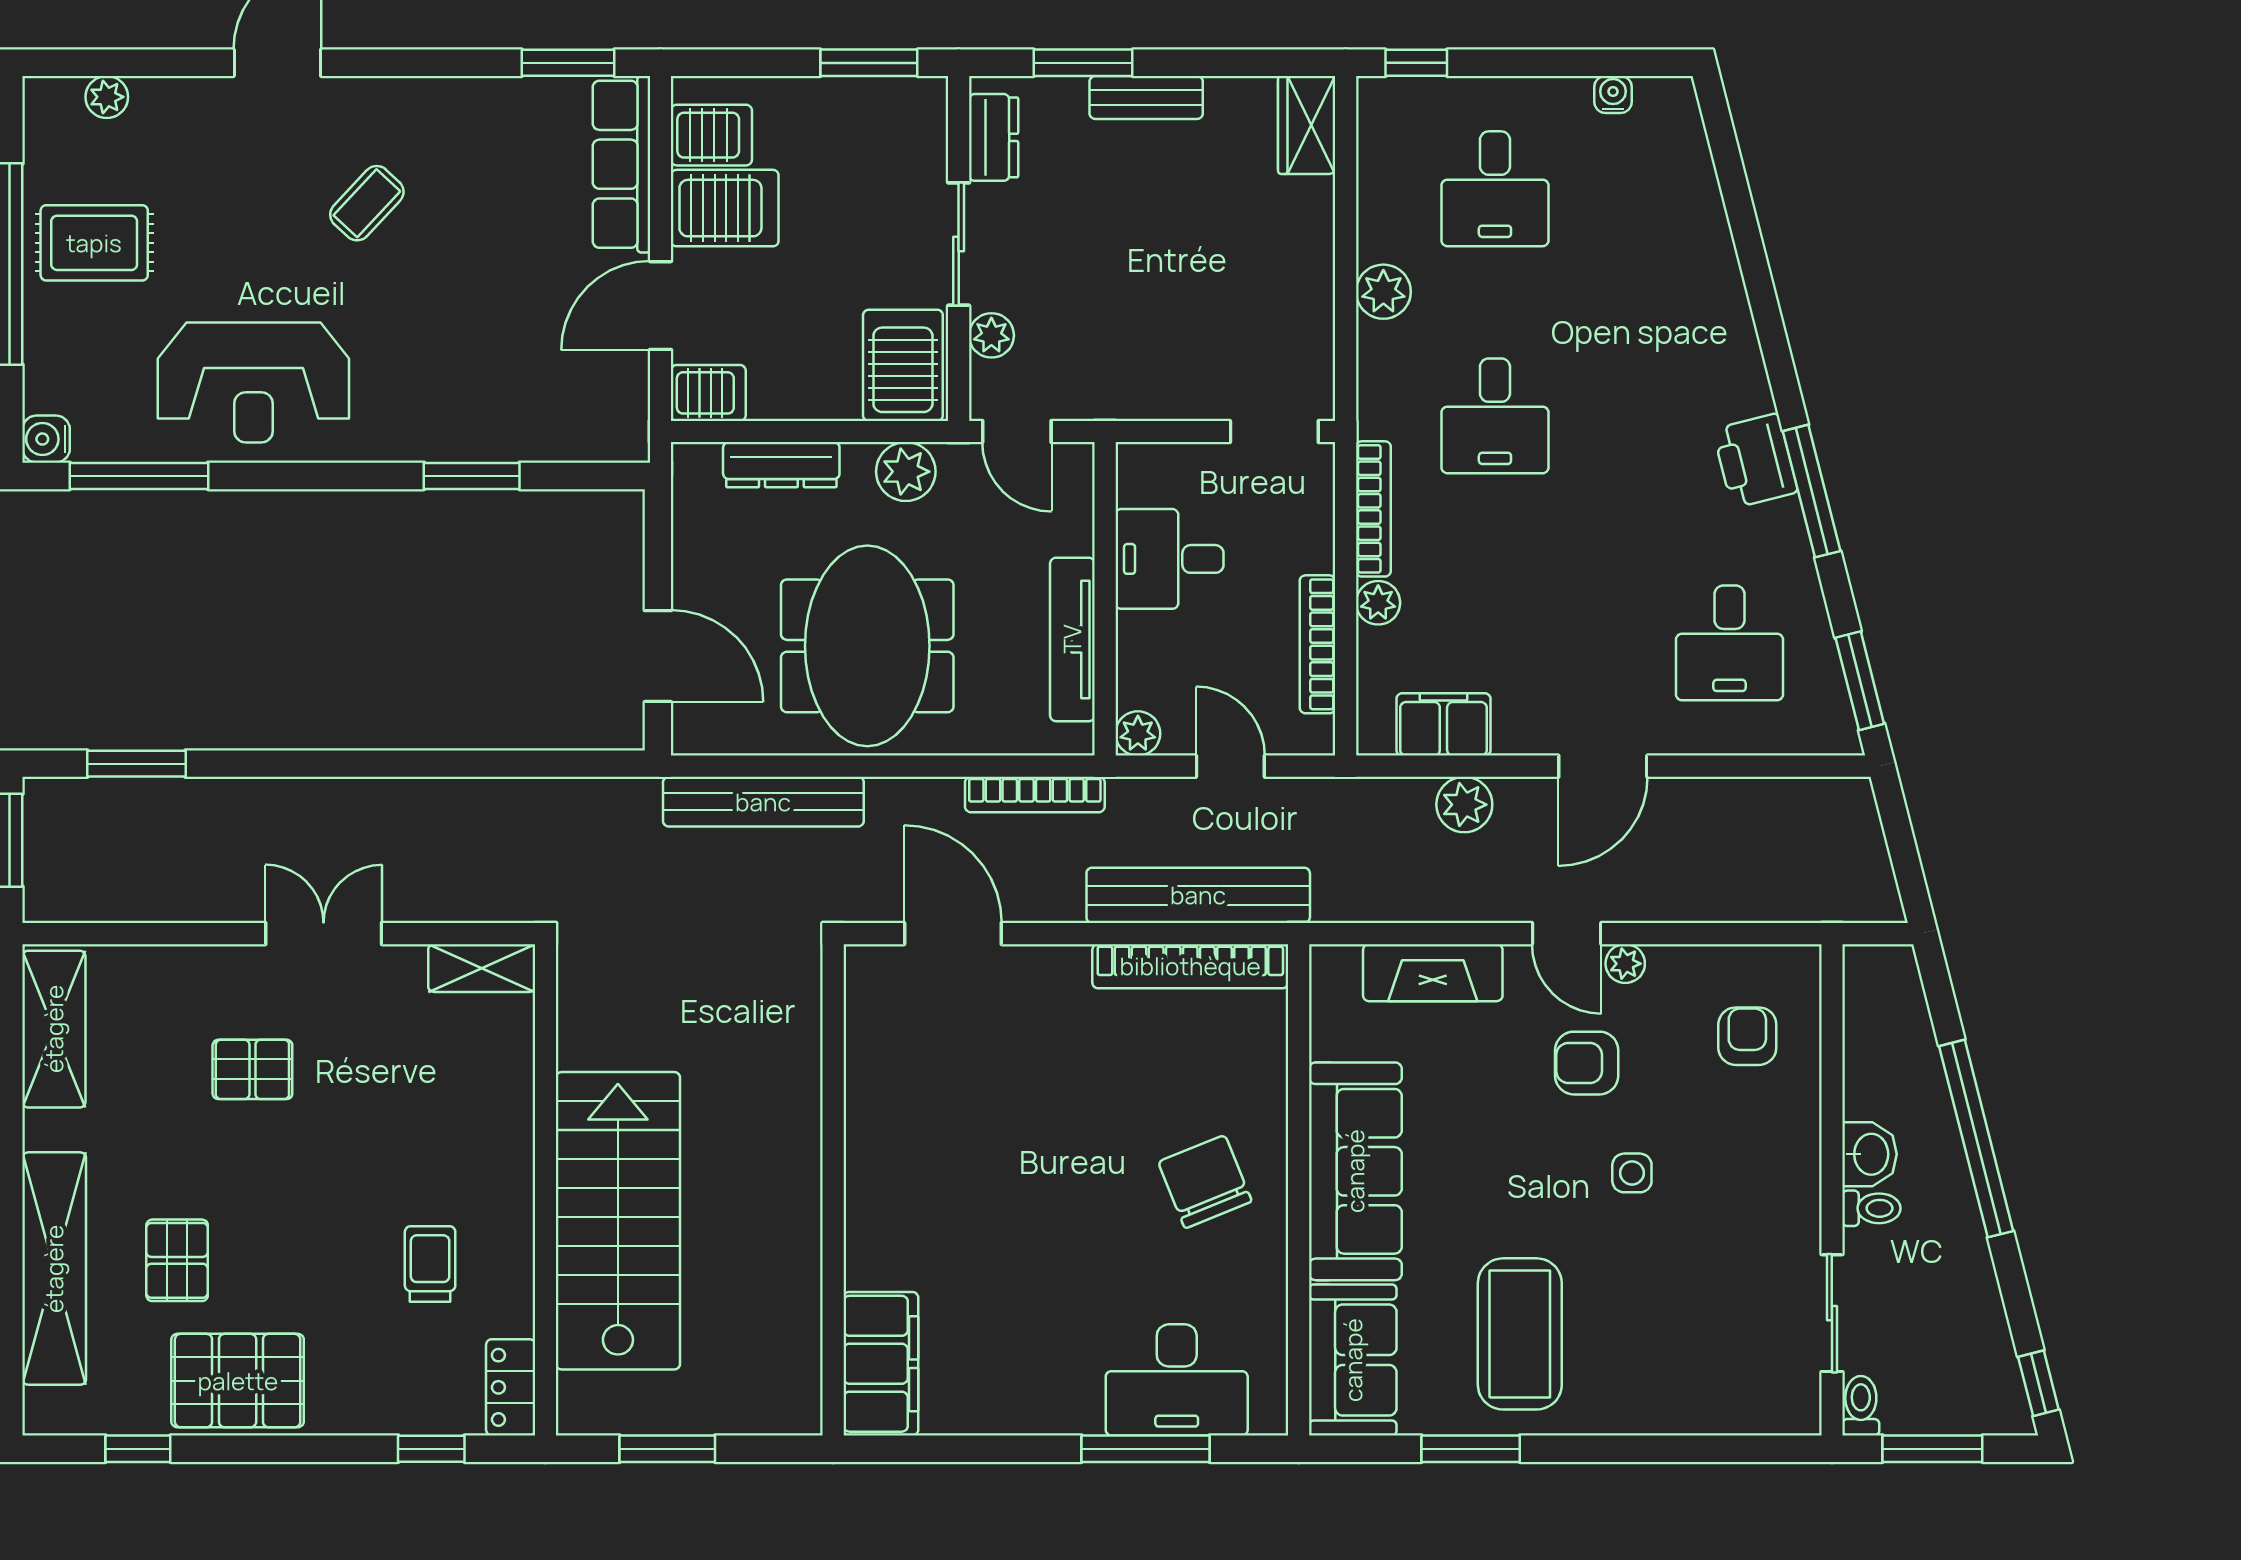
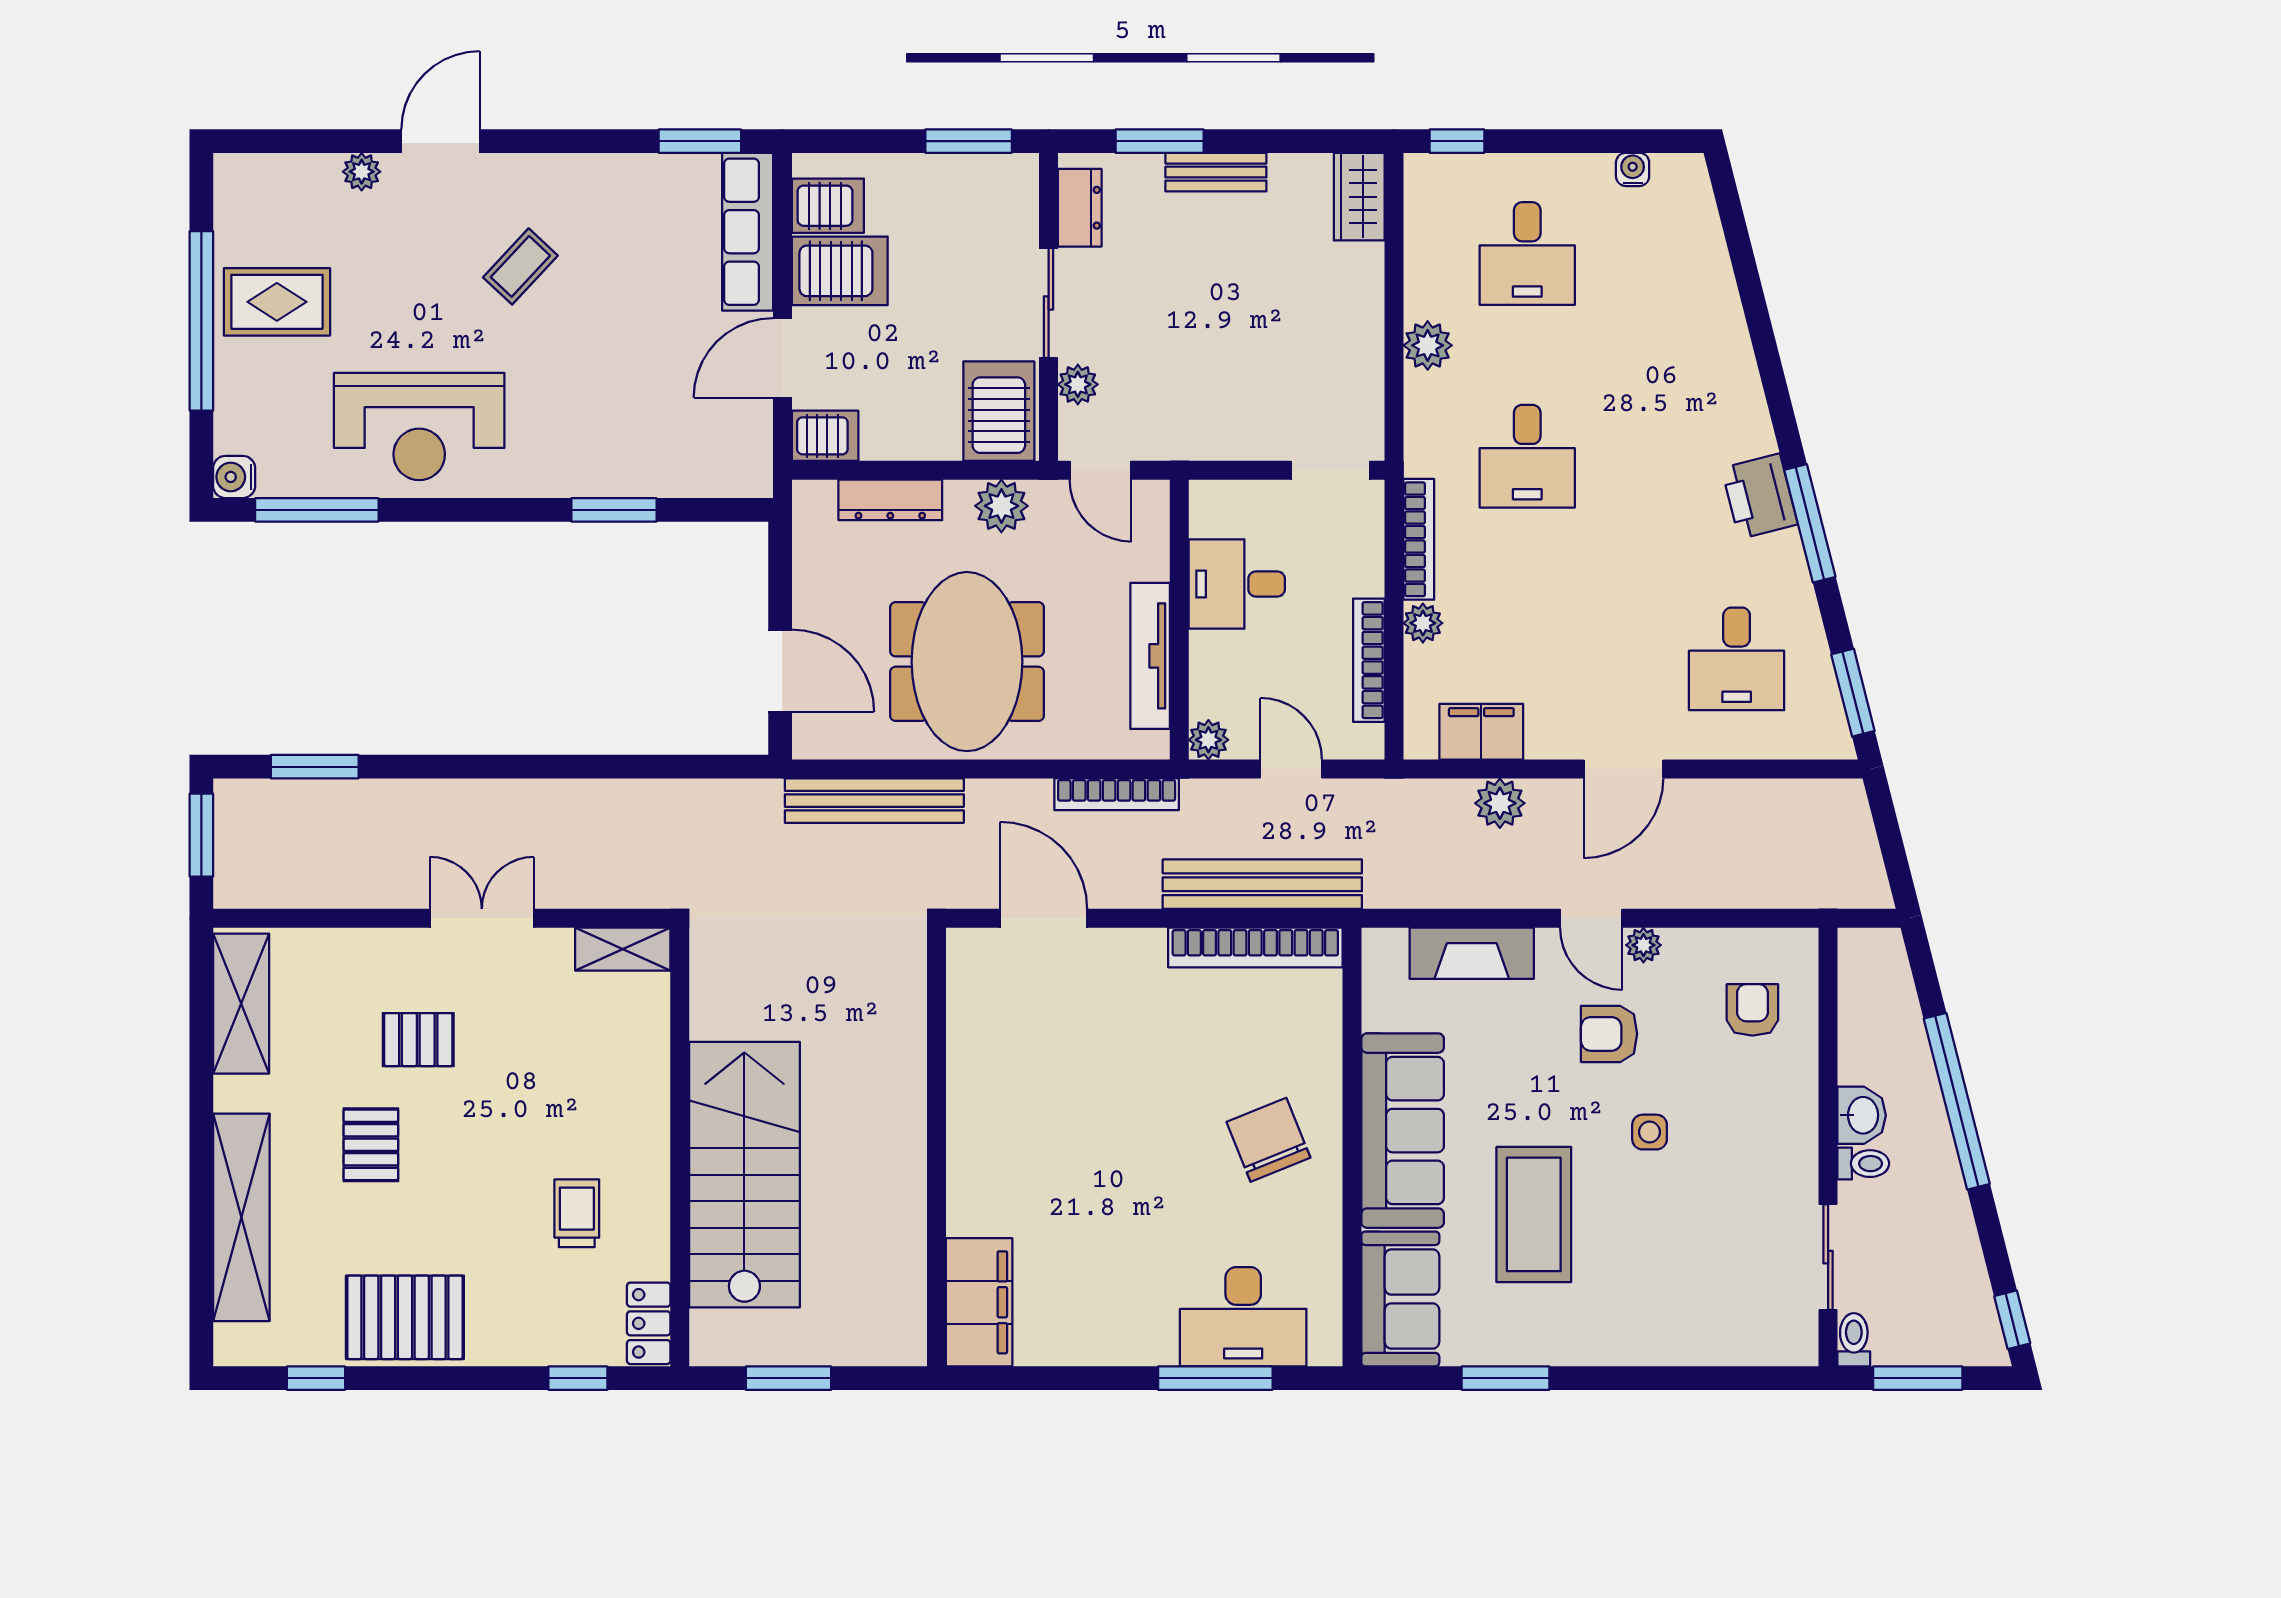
plant: (107, 97) -> (362, 172), moved
pallet: (177, 1260) -> (371, 1145), moved
coffee table: (1520, 1334) -> (1534, 1214), moved

